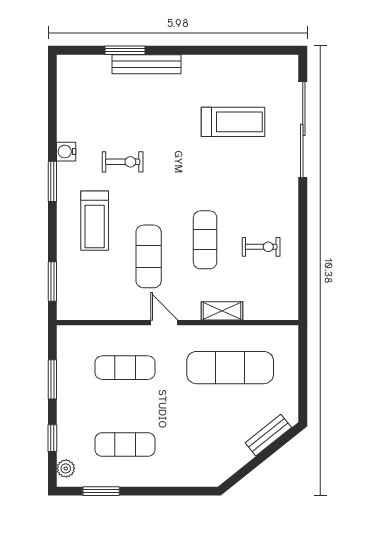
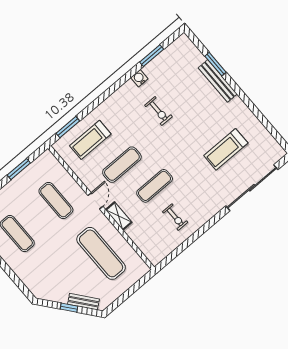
treadmill: (233, 122) -> (226, 149), turned 90
window: (52, 181) -> (152, 56), moved
treadmill: (95, 221) -> (90, 140), moved
shelving: (222, 311) -> (119, 216), moved
window: (261, 458) -> (69, 308), added

